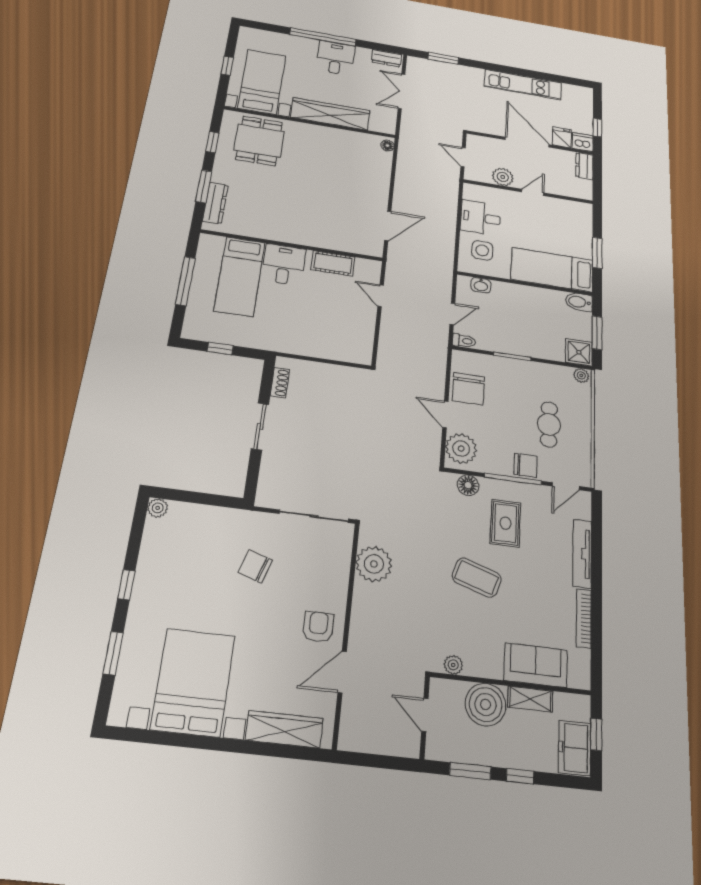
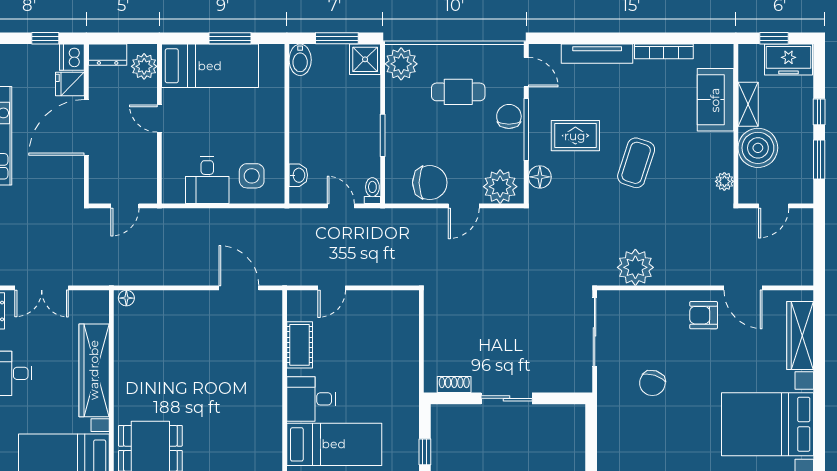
plant: (503, 177) -> (144, 66), moved
bed: (552, 270) -> (210, 66), moved, turned -90
plant: (581, 375) -> (401, 64), width x1.88, depth x1.88

